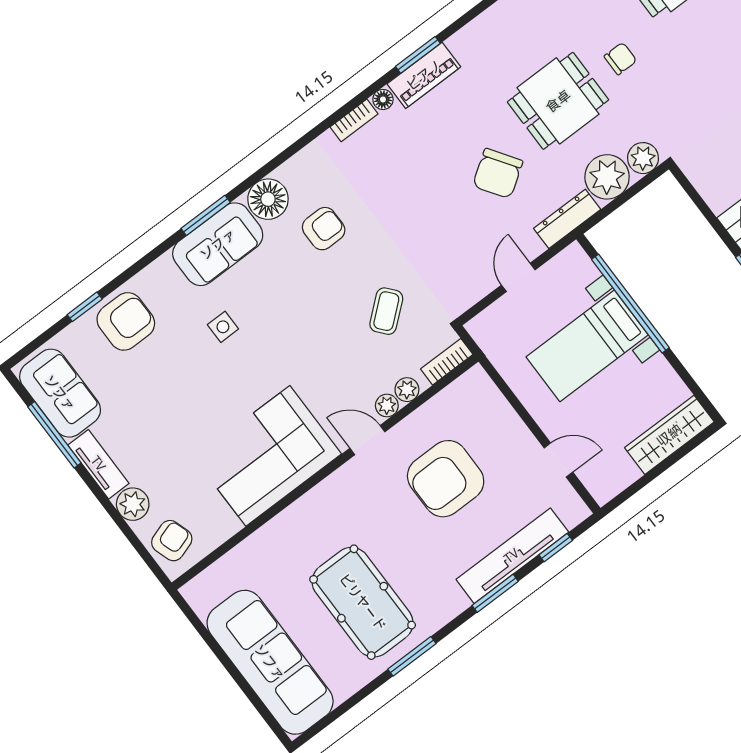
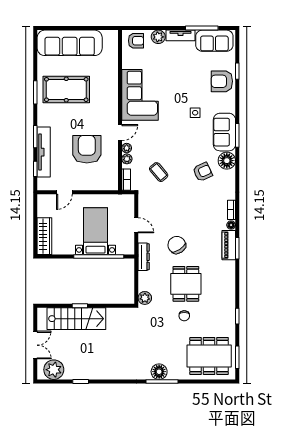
plant: (607, 177) -> (148, 281), removed
armchair: (324, 229) -> (203, 172), turned -115
armchair: (126, 321) -> (222, 81), turned 90
armchair: (172, 541) -> (136, 41), turned -72

